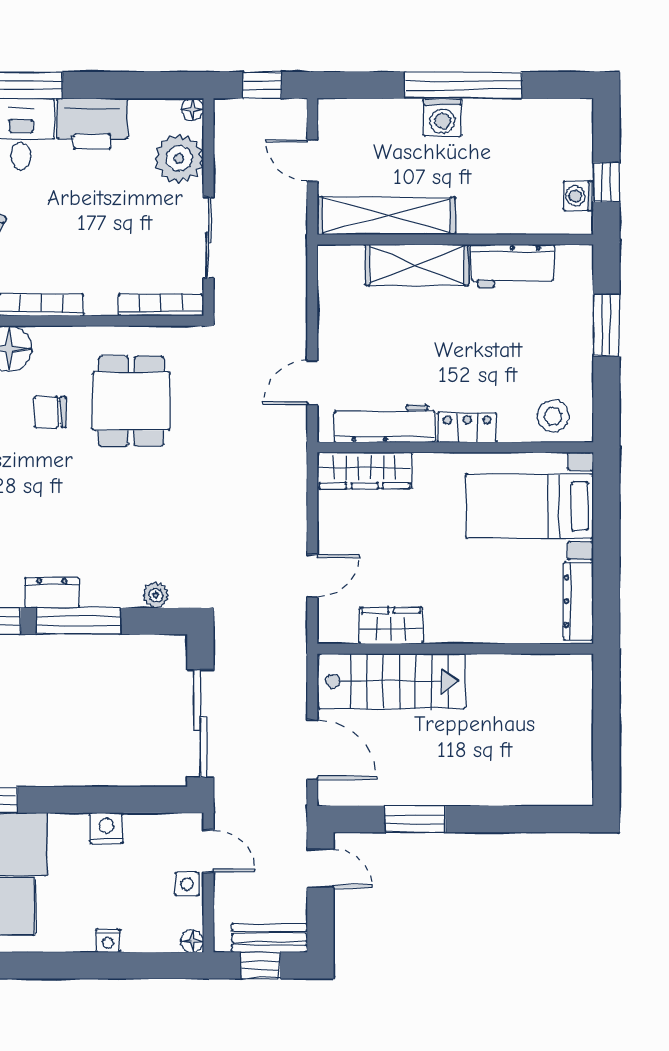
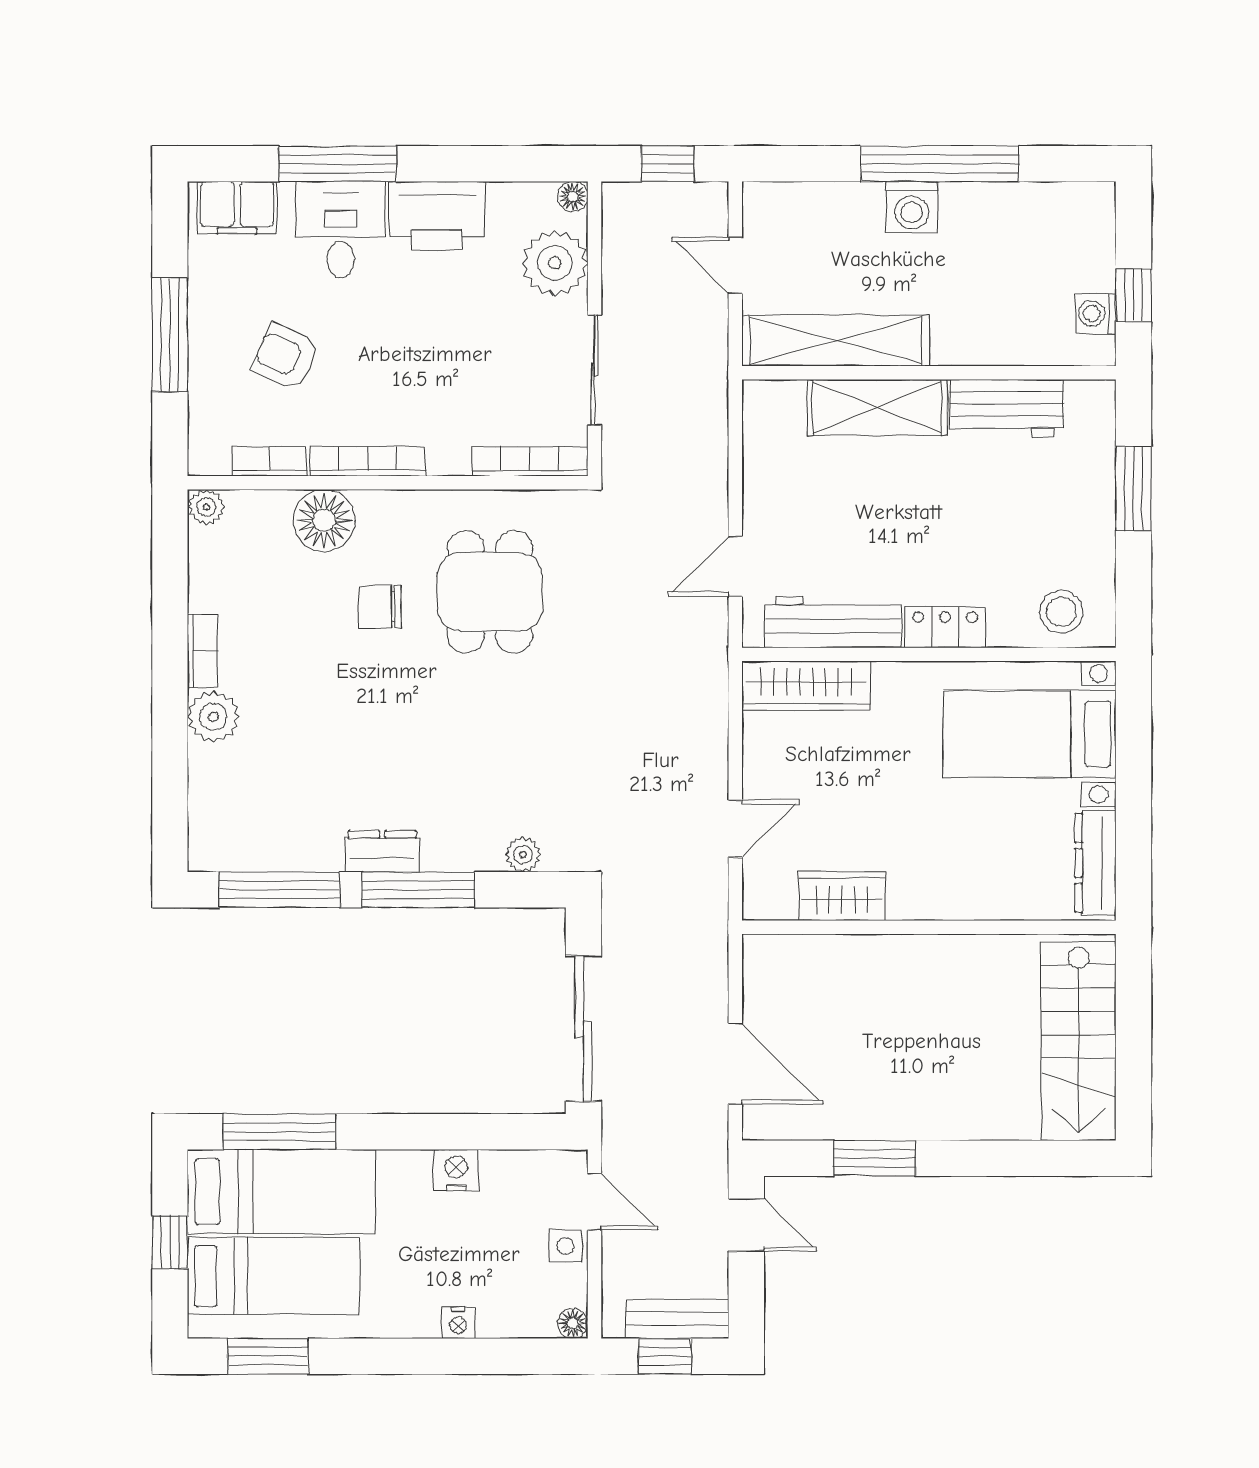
stairs: (392, 681) -> (1078, 1041), moved, turned 90

